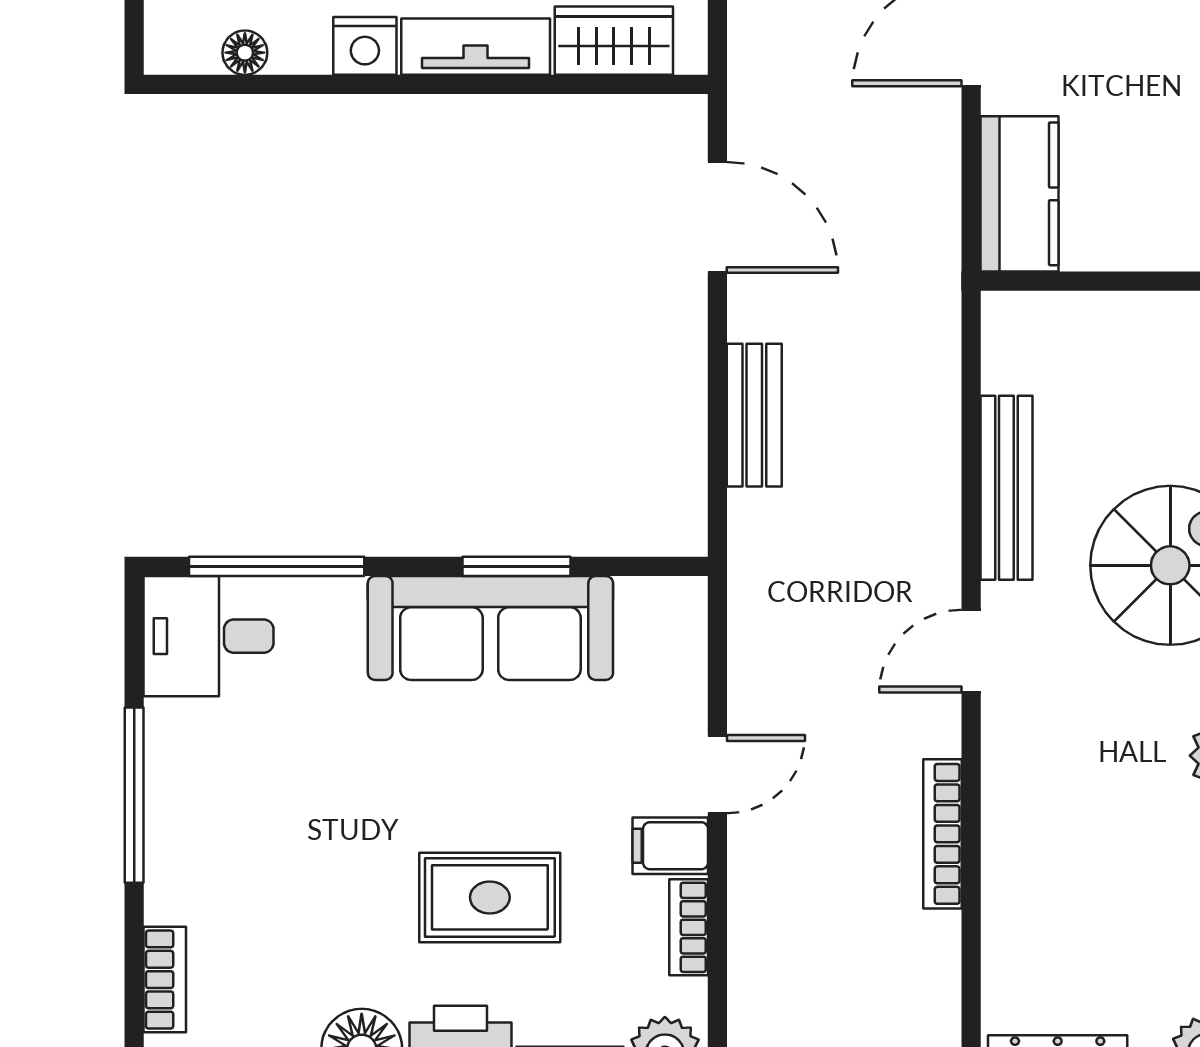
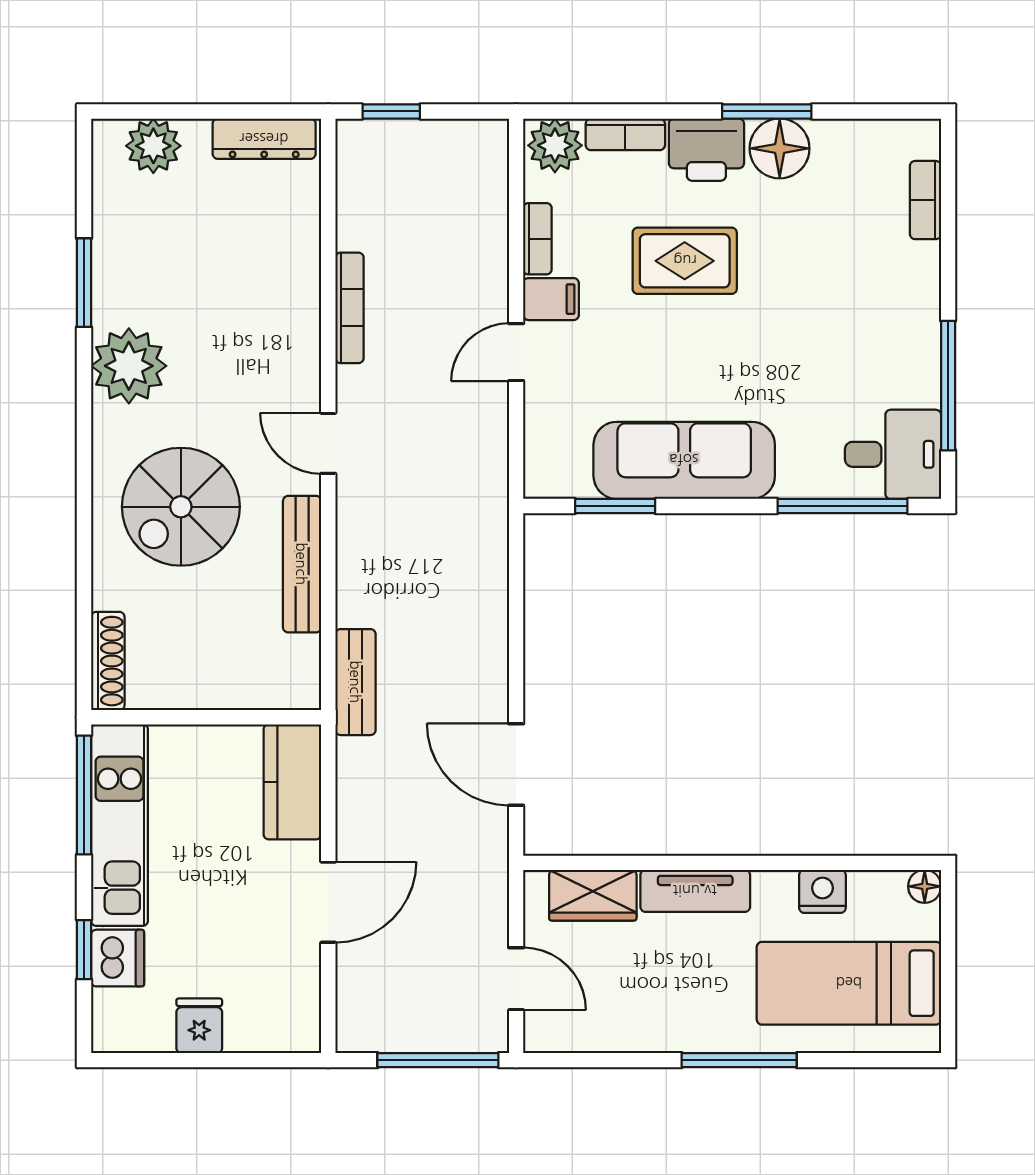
nightstand: (365, 46) -> (822, 891), moved
floor lamp: (245, 53) -> (925, 886), moved
bench: (754, 415) -> (356, 682), moved
window: (516, 566) -> (615, 506), moved
door: (971, 651) -> (328, 443), swing flipped
window: (134, 795) -> (948, 386), moved

